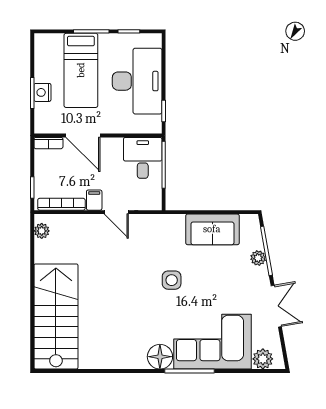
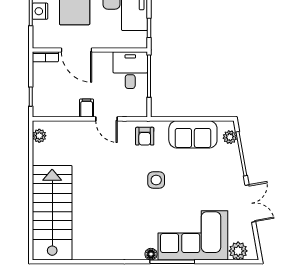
bookcase: (61, 204) -> (57, 112), removed
armchair: (159, 231) -> (145, 136), added
plant: (258, 258) -> (230, 137), moved
floor lamp: (160, 357) -> (151, 254), width x0.53, depth x0.53

